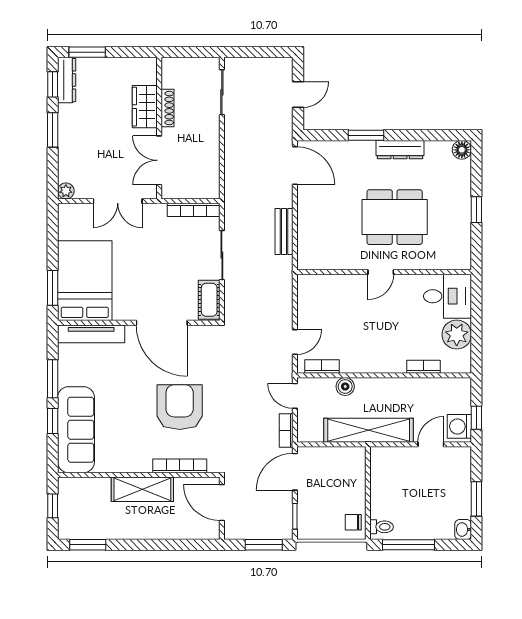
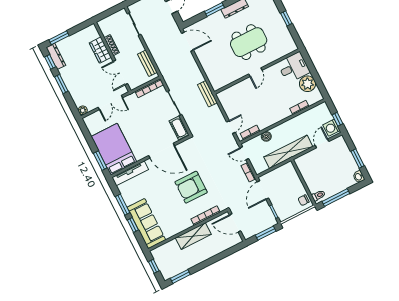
bench: (211, 168) -> (147, 63), added
bench: (284, 232) -> (207, 94), moved
armchair: (180, 407) -> (191, 187), turned -90

